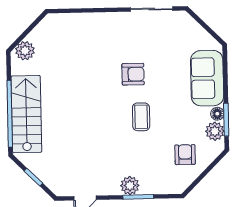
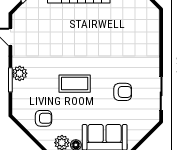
armchair: (133, 74) -> (123, 92), moved, turned -90
coffee table: (141, 117) -> (75, 84), width x1.36, depth x1.30

